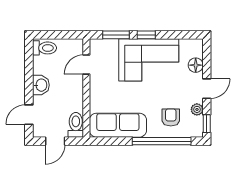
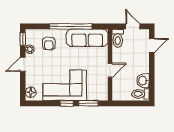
door: (86, 65) -> (110, 70), moved
floor lamp: (196, 65) -> (31, 92), moved
washbasin: (41, 85) -> (143, 81), moved
door: (55, 141) -> (133, 26), hinge flipped
window: (162, 141) -> (71, 26), moved

